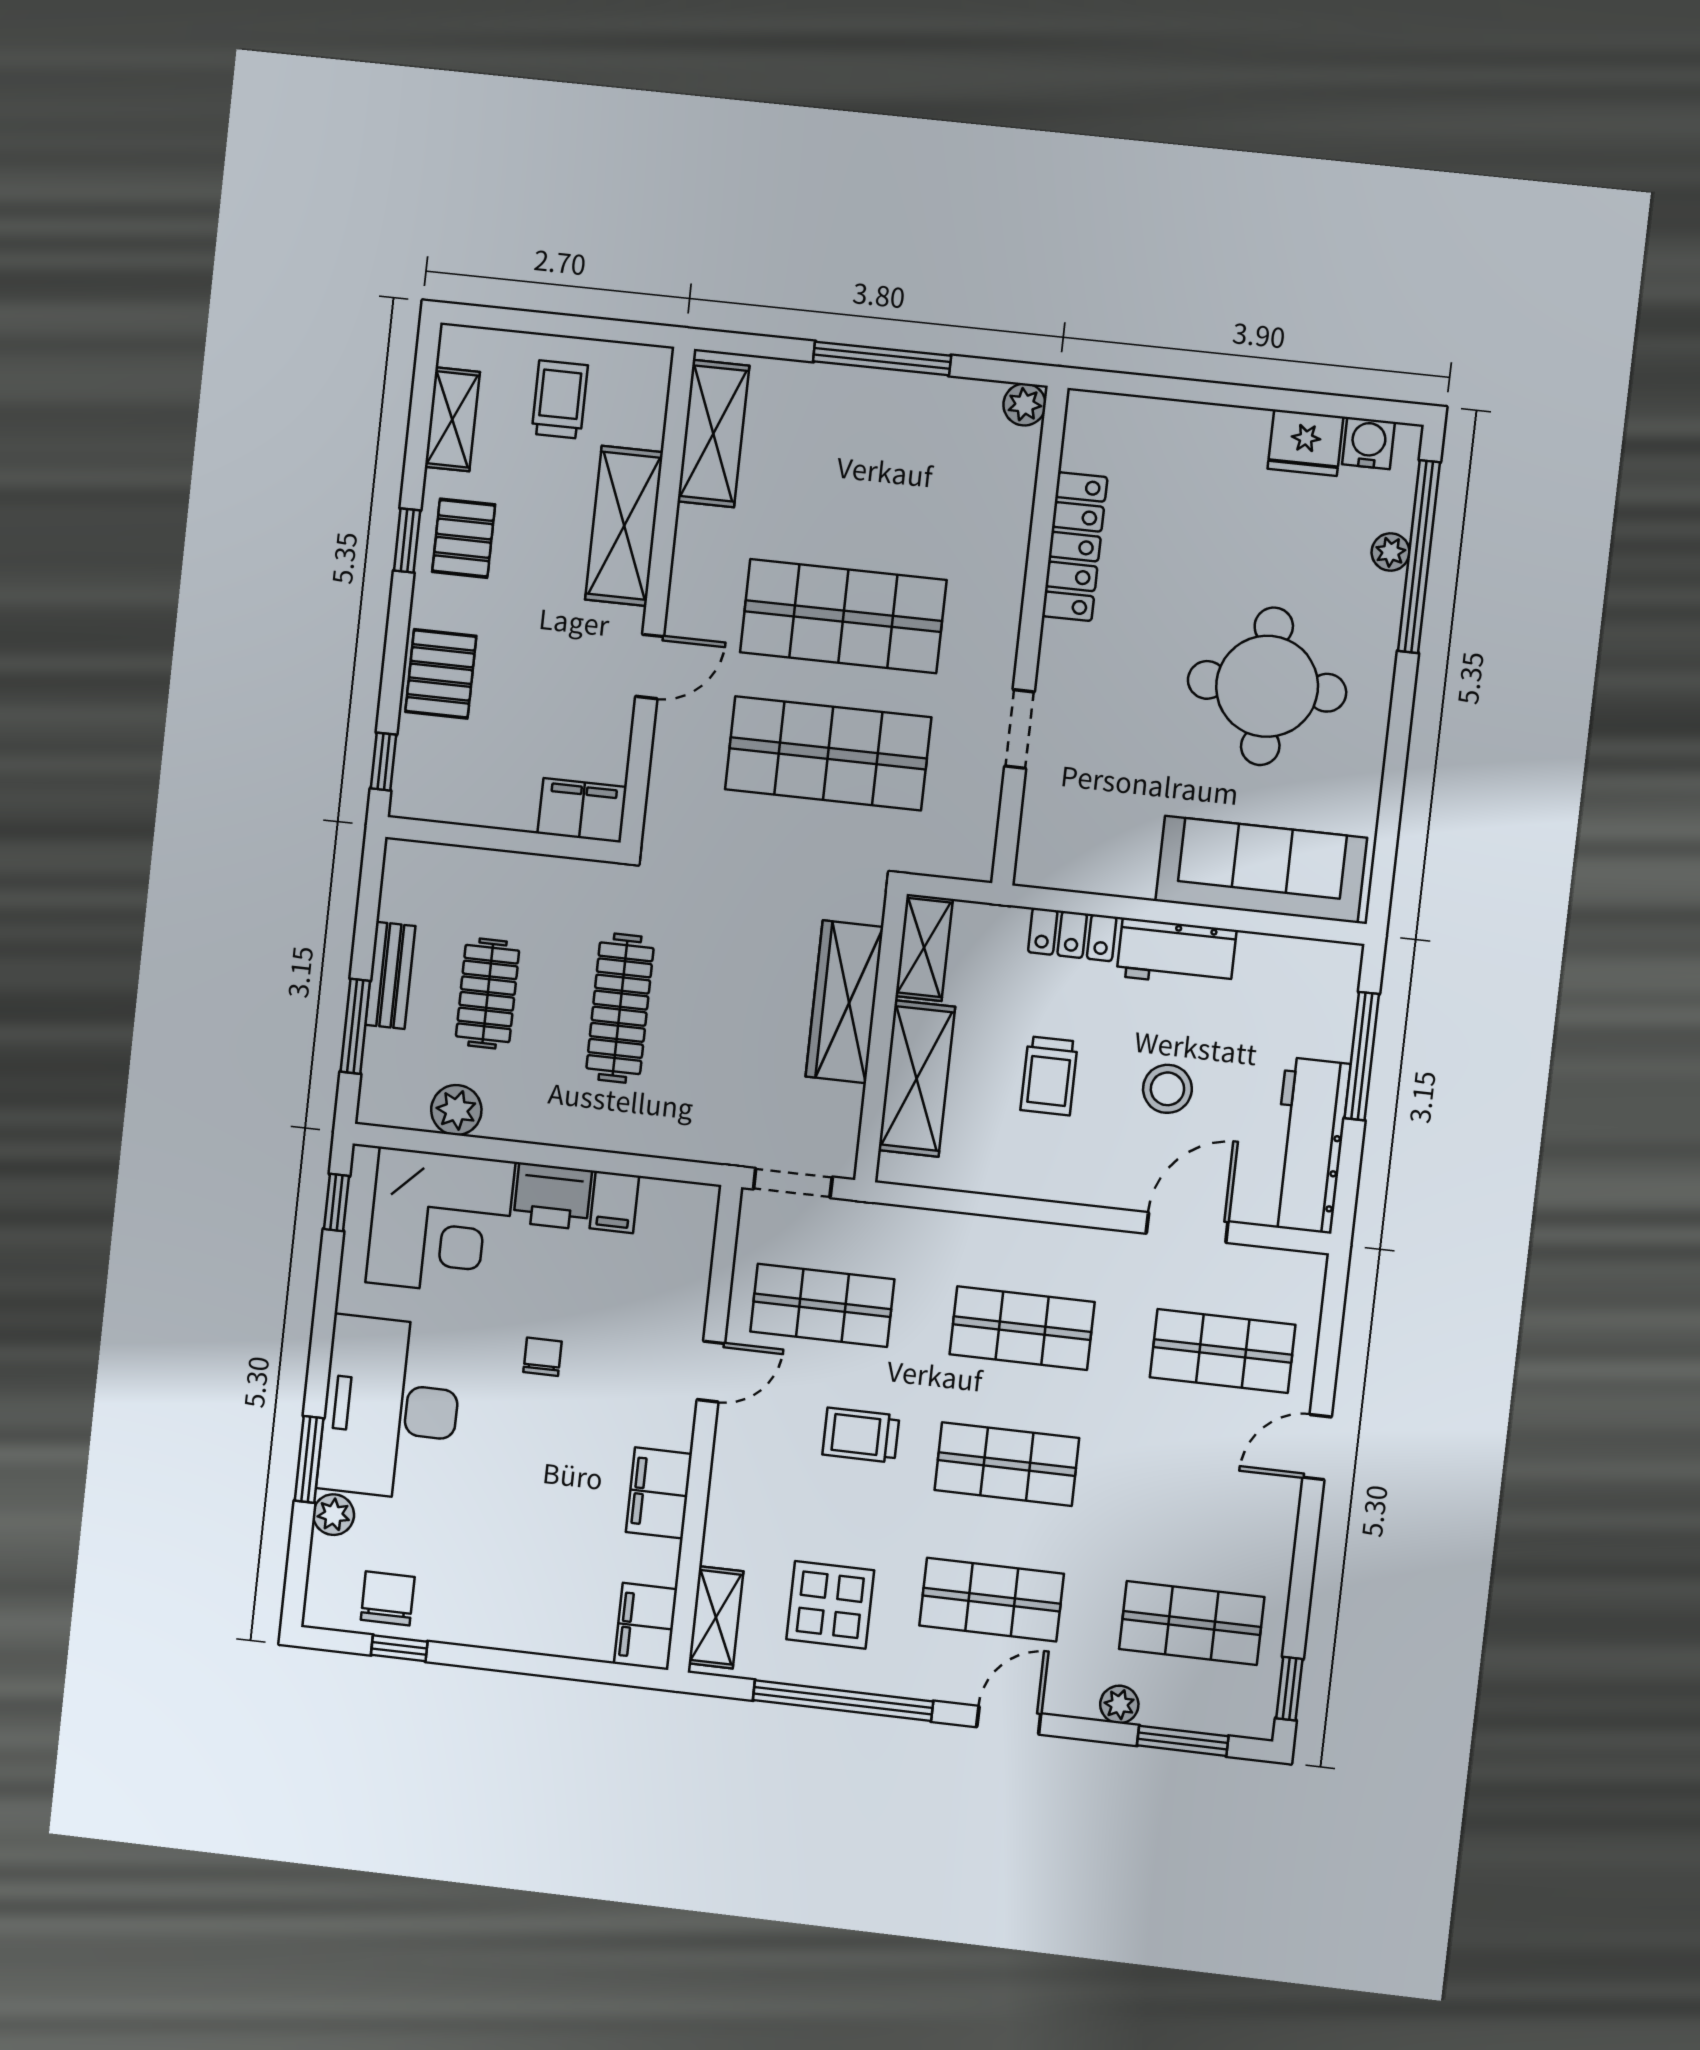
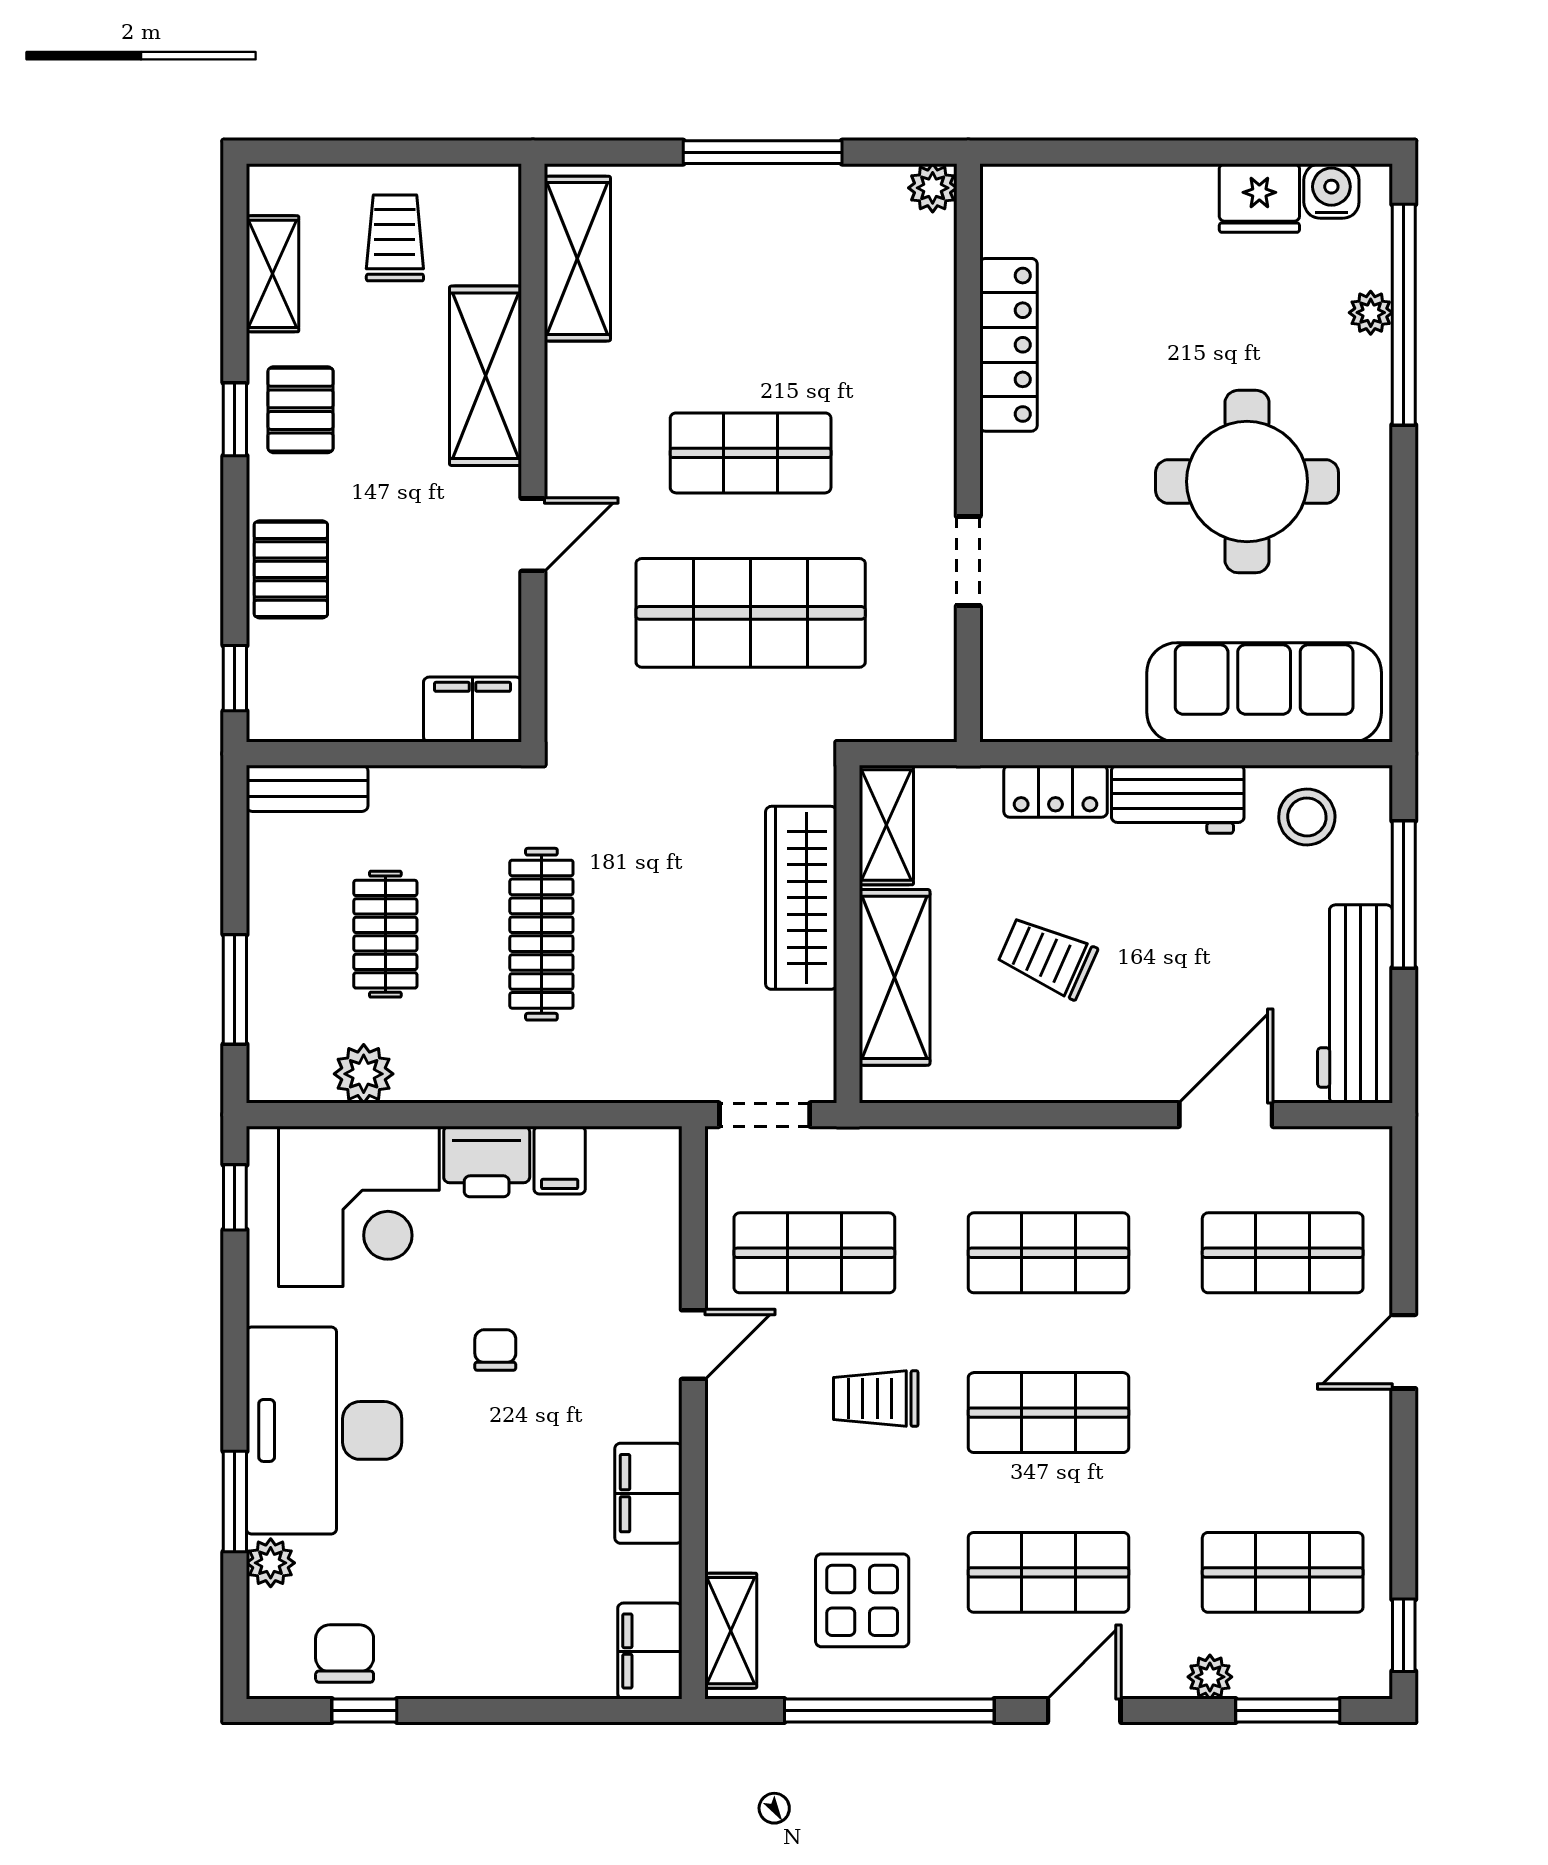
shop shelf: (843, 616) -> (751, 453), width x0.70, depth x0.74
bench: (390, 975) -> (307, 788), moved, turned 90
trolley: (1049, 1076) -> (1047, 957), turned 114
stool: (1167, 1089) -> (1307, 817), moved

